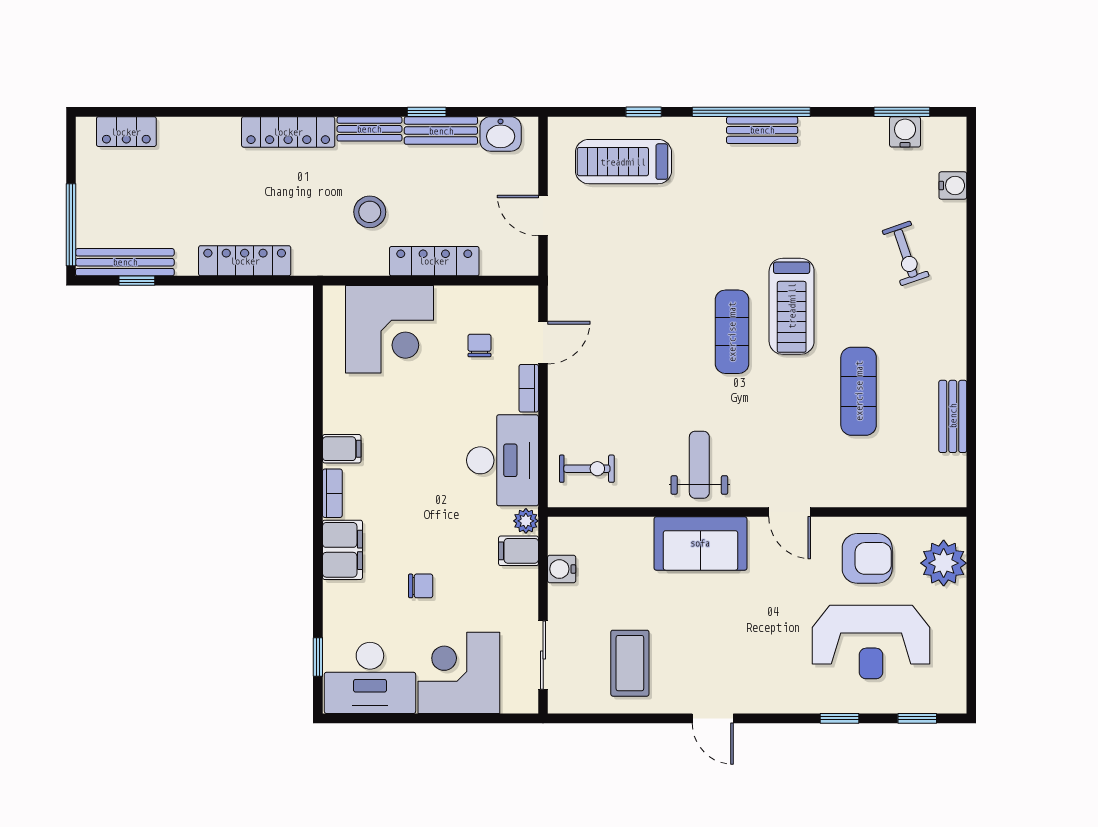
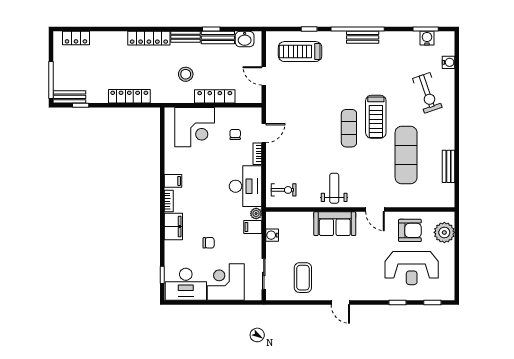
exercise bike: (906, 253) -> (427, 93), width x1.38, depth x1.39
bench: (125, 262) -> (69, 97), width x0.73
exercise mat: (859, 391) -> (406, 155), width x1.36, depth x1.45

